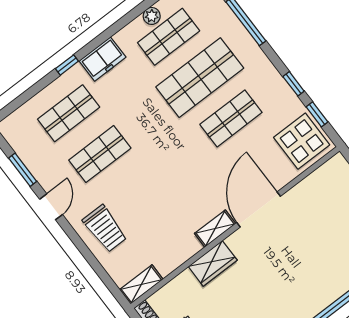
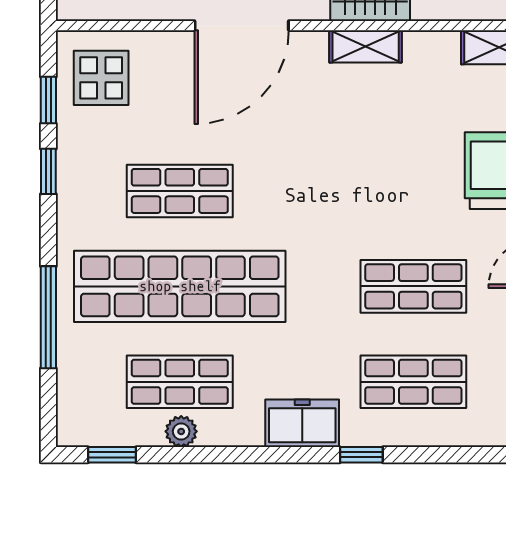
shop shelf: (200, 78) -> (180, 286), width x1.40
display table: (302, 141) -> (101, 78), width x0.73, depth x0.73
shelving: (215, 229) -> (366, 46), moved

